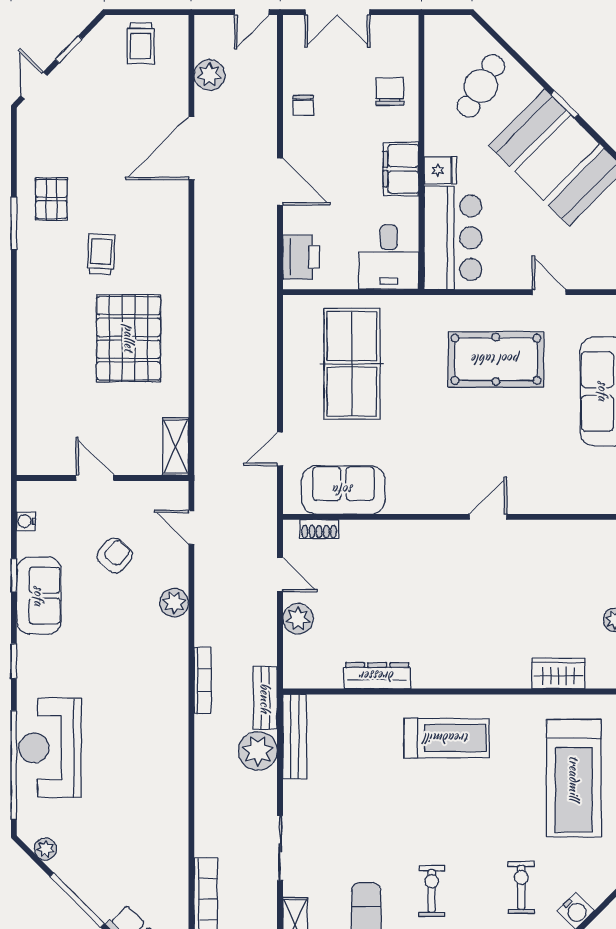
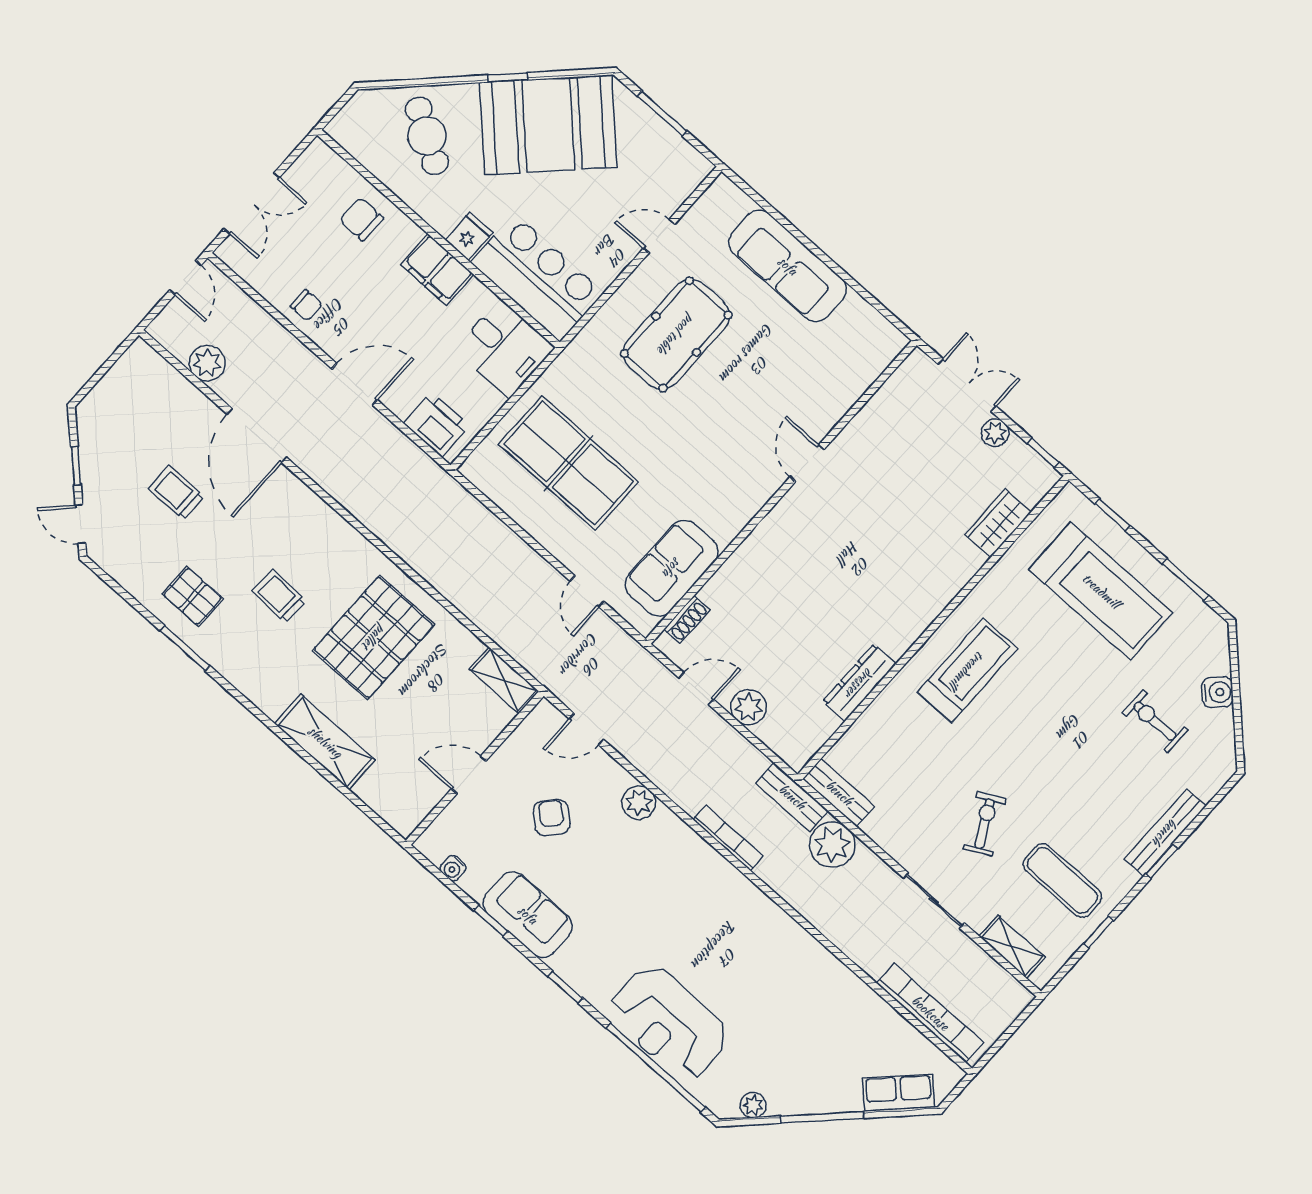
trolley: (141, 43) -> (176, 492), moved, turned 180
pallet: (129, 338) -> (374, 637), turned 90
shelving: (34, 367) -> (325, 742), added
bench: (295, 737) -> (839, 793), width x0.73
exercise bike: (432, 891) -> (984, 824), moved, turned 62

